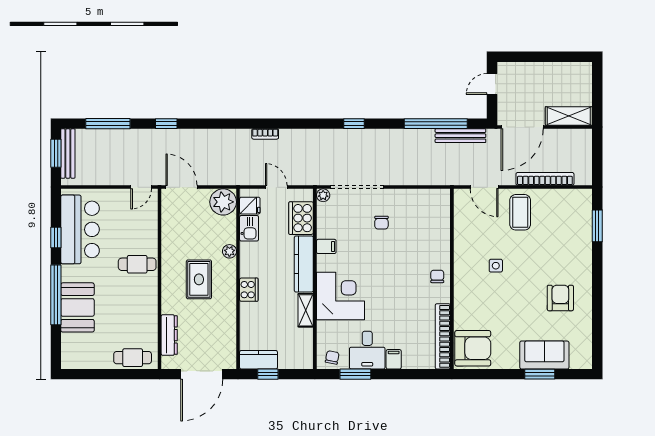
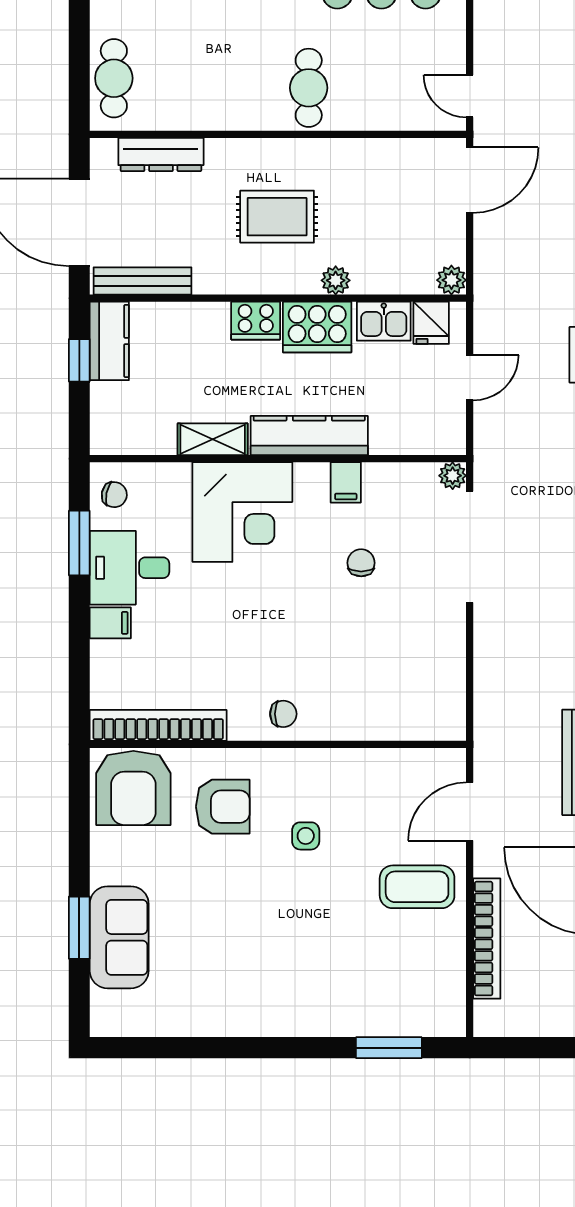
plant: (223, 202) -> (451, 280), width x0.53, depth x0.53
cooker: (301, 218) -> (317, 327), moved, turned 180
chair: (381, 223) -> (361, 563), moved, turned 90
armchair: (560, 298) -> (223, 807), moved
bench: (230, 344) -> (143, 281), added

